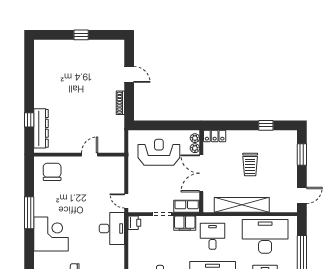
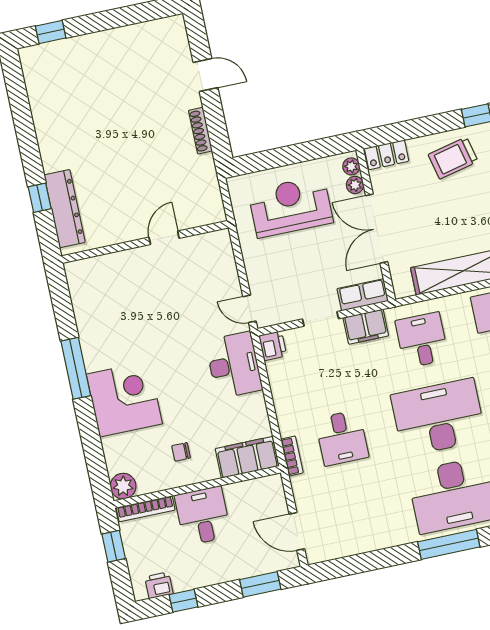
window: (81, 35) -> (51, 32), moved
trolley: (250, 165) -> (453, 158), moved, turned 77
chair: (52, 172) -> (102, 284), removed

